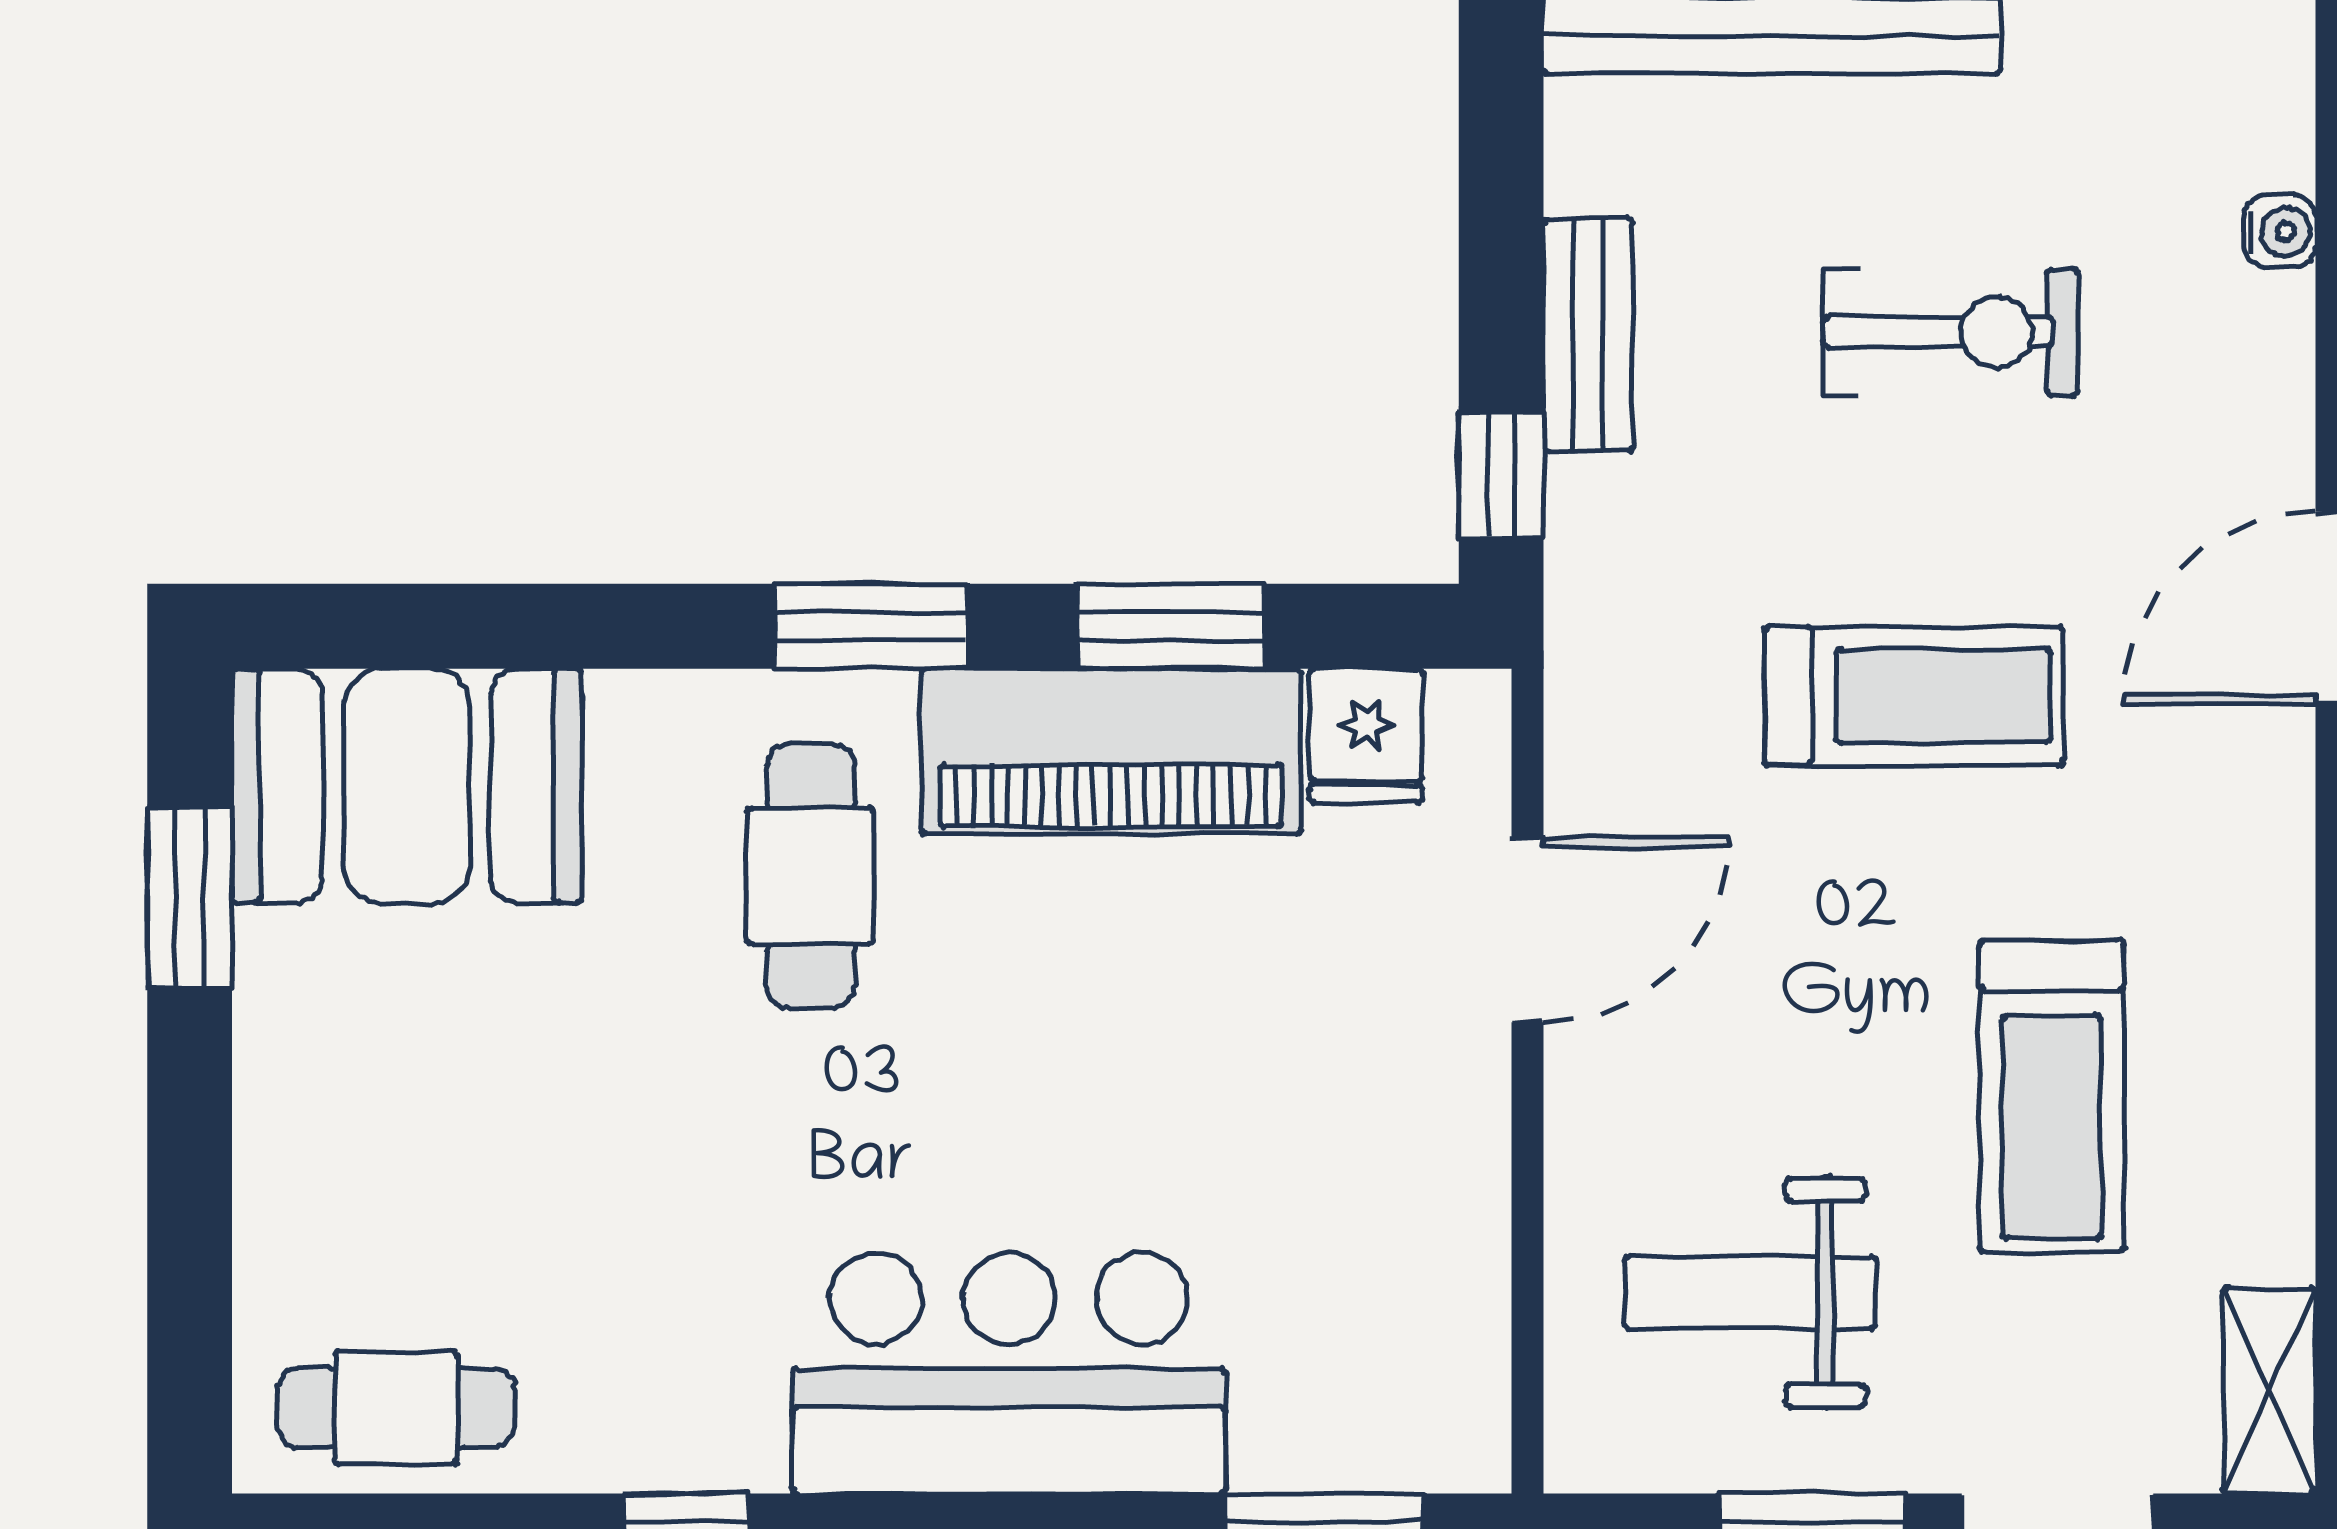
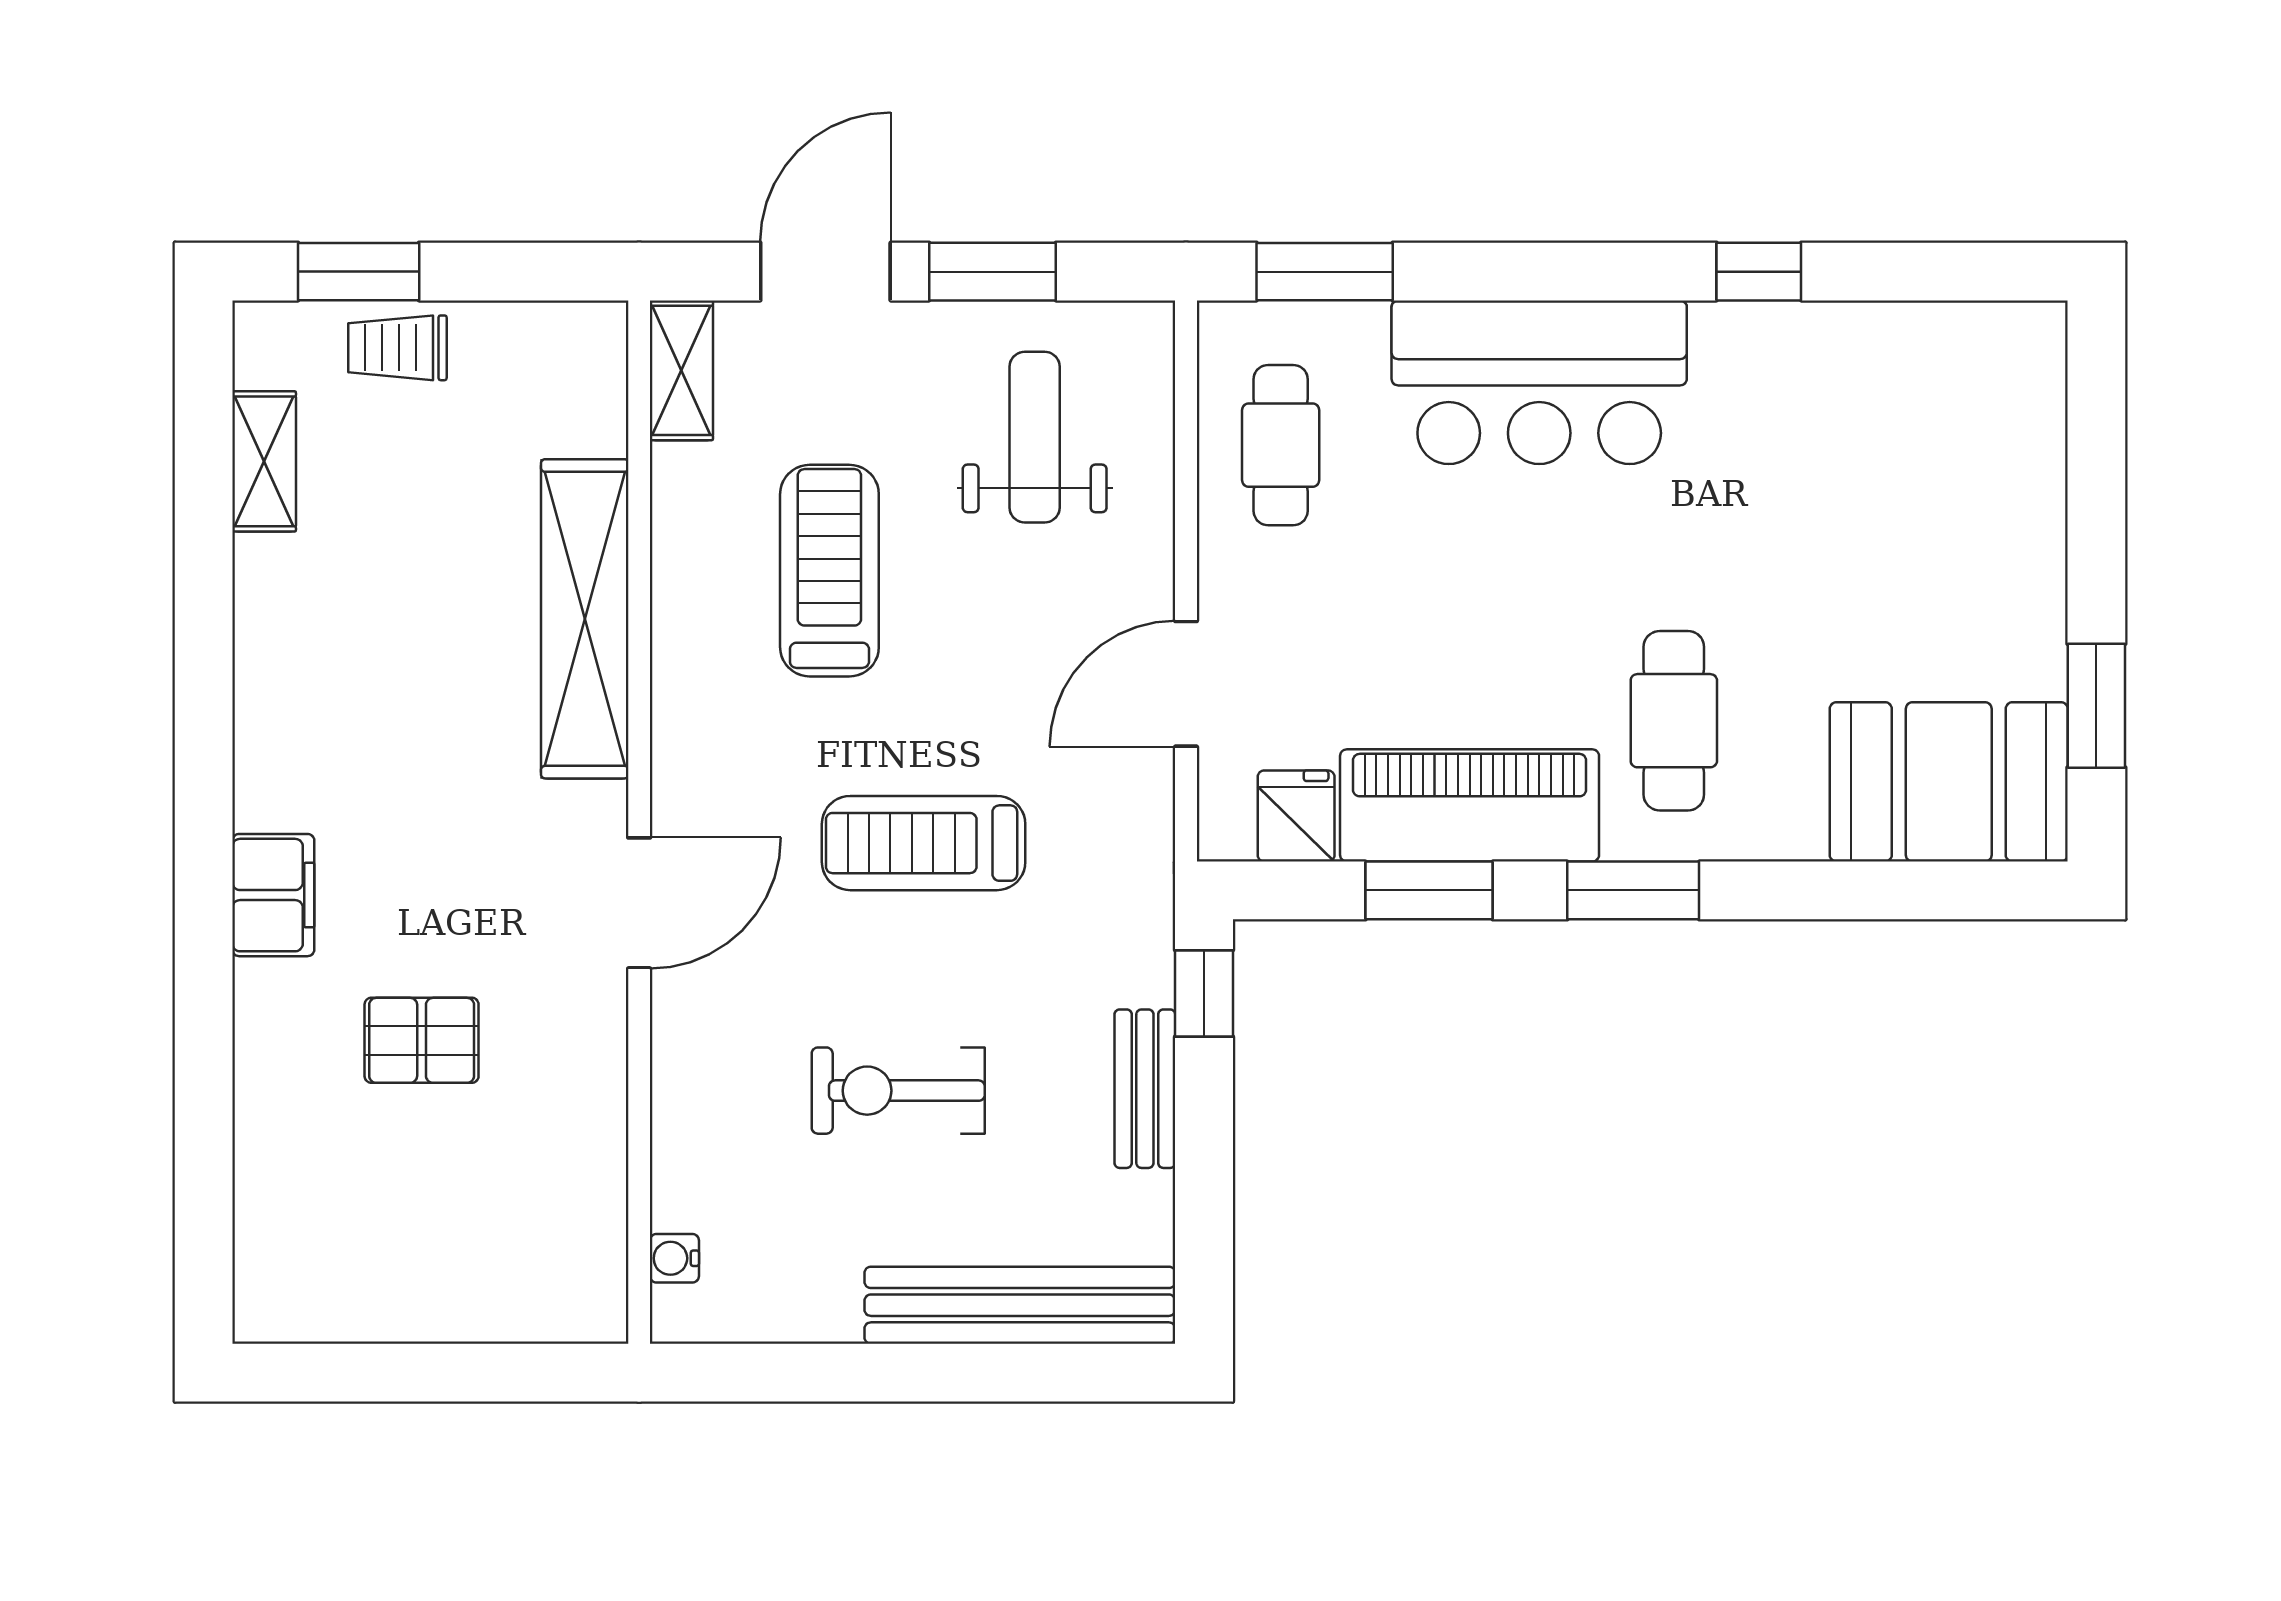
water cooler: (2280, 231) -> (674, 1258), moved
weight bench: (1750, 1293) -> (1035, 437), turned -90
cafe table: (396, 1408) -> (1281, 445), moved, turned 90

